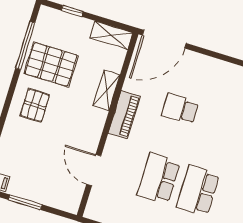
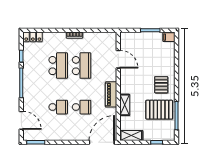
school desk: (219, 121) -> (58, 107), added

